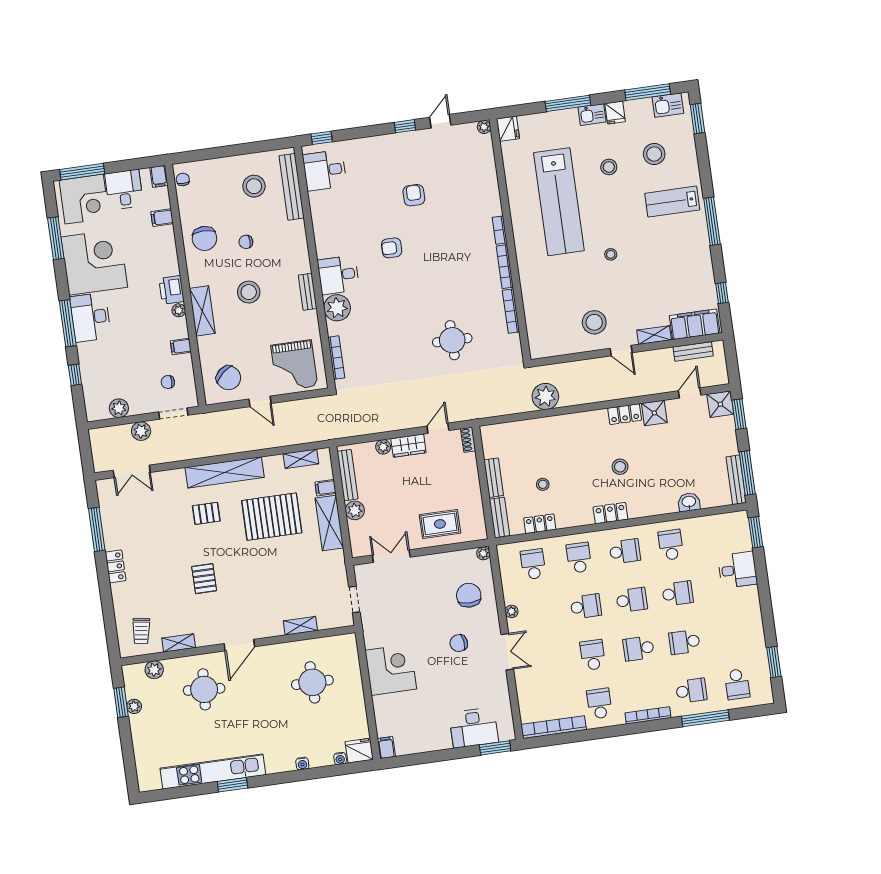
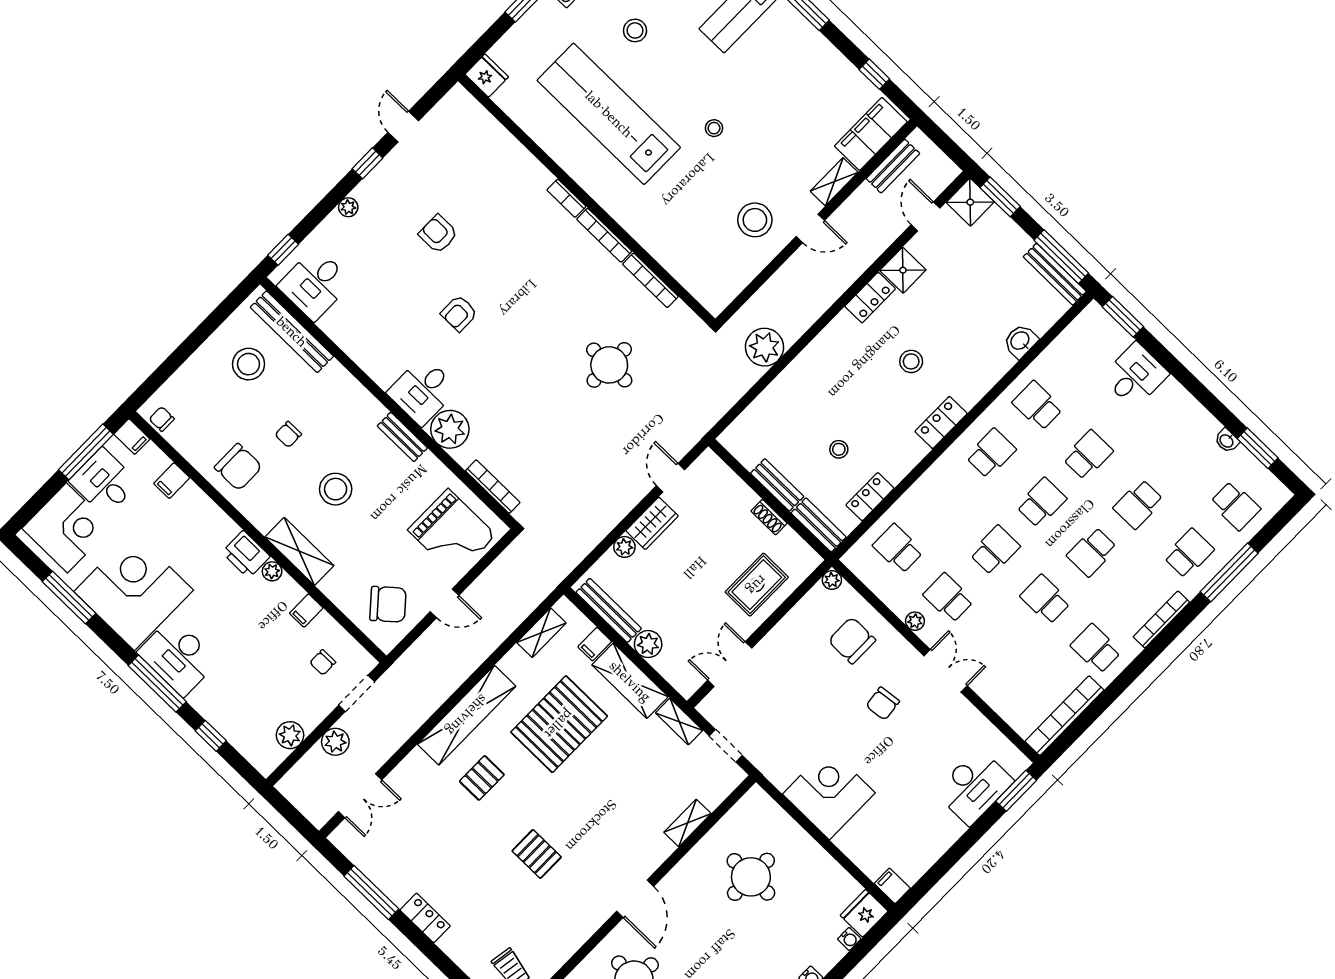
plant: (484, 127) -> (348, 207), moved
window: (82, 172) -> (86, 452), moved
lab bench: (559, 202) -> (609, 114), turned 180
shoe rack: (468, 440) -> (769, 517), moved
school desk: (579, 558) -> (948, 598), moved
shelving: (179, 643) -> (679, 722), moved, turned 90
washbasin: (760, 645) -> (1227, 441), added

